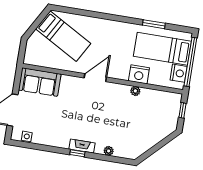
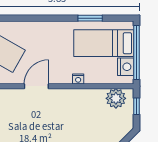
nightstand: (139, 74) -> (78, 79), width x0.53, depth x0.56
plant: (135, 91) -> (116, 98), moved, width x1.87, depth x1.87

